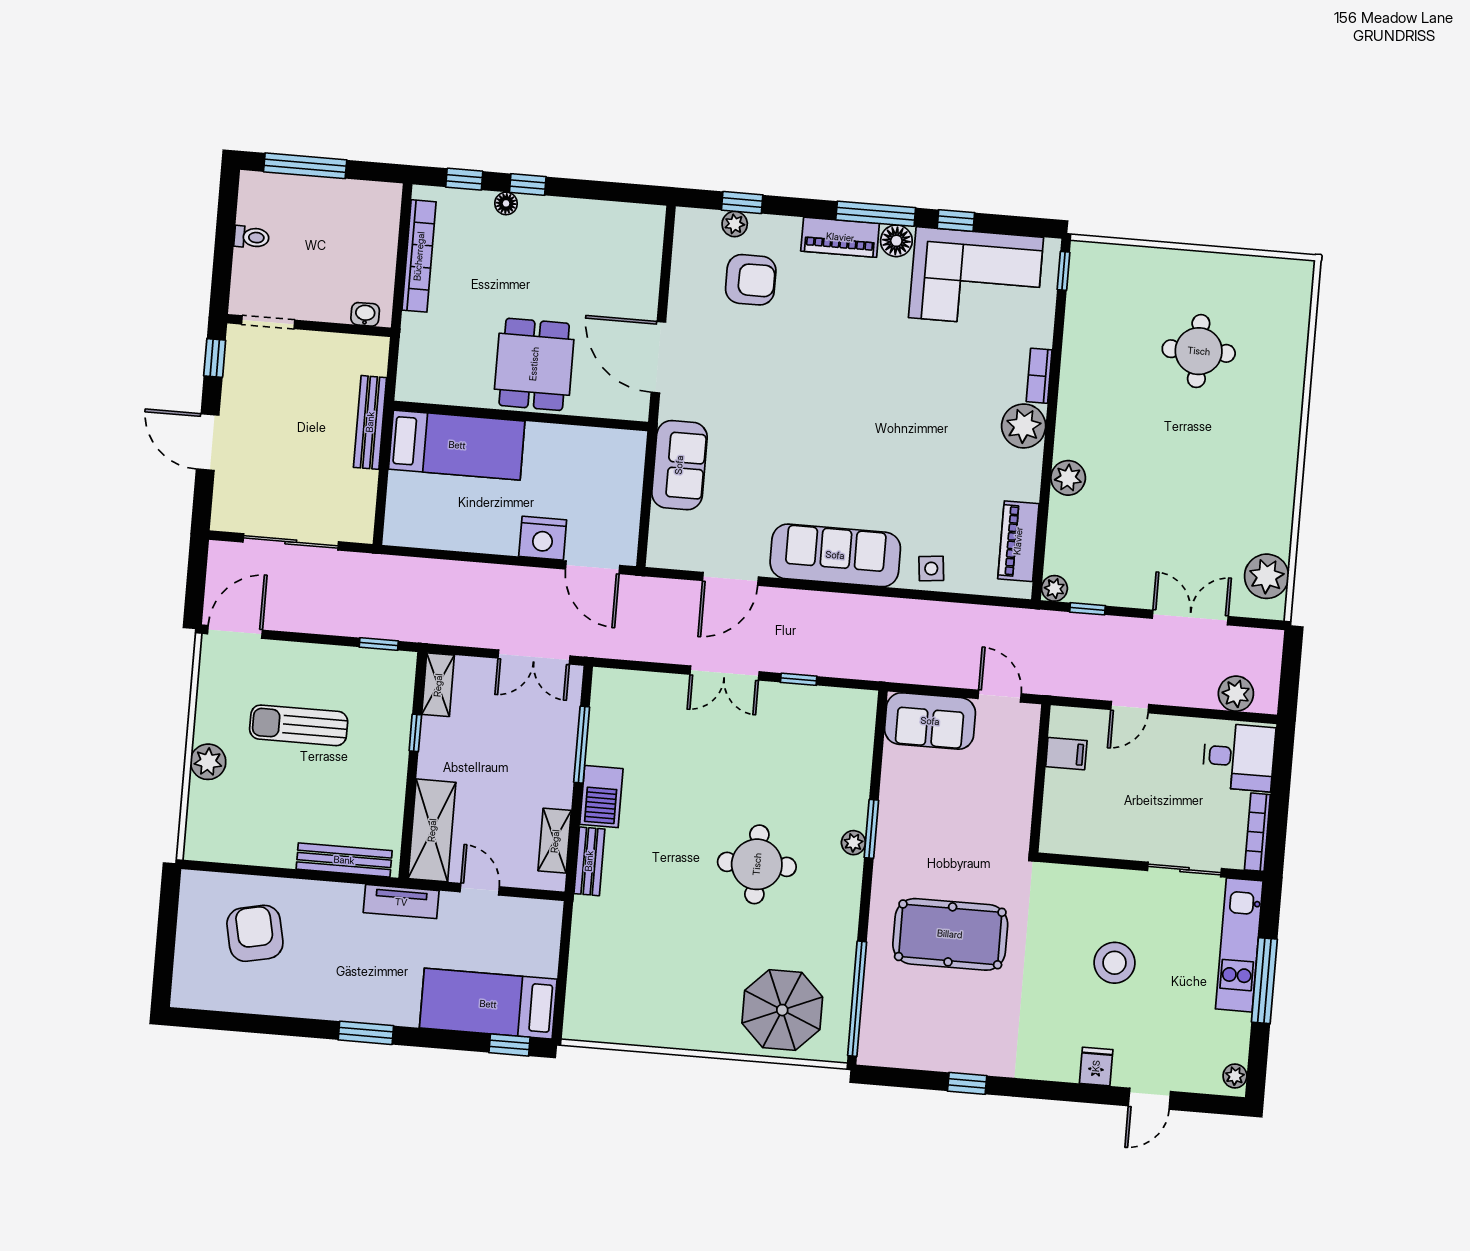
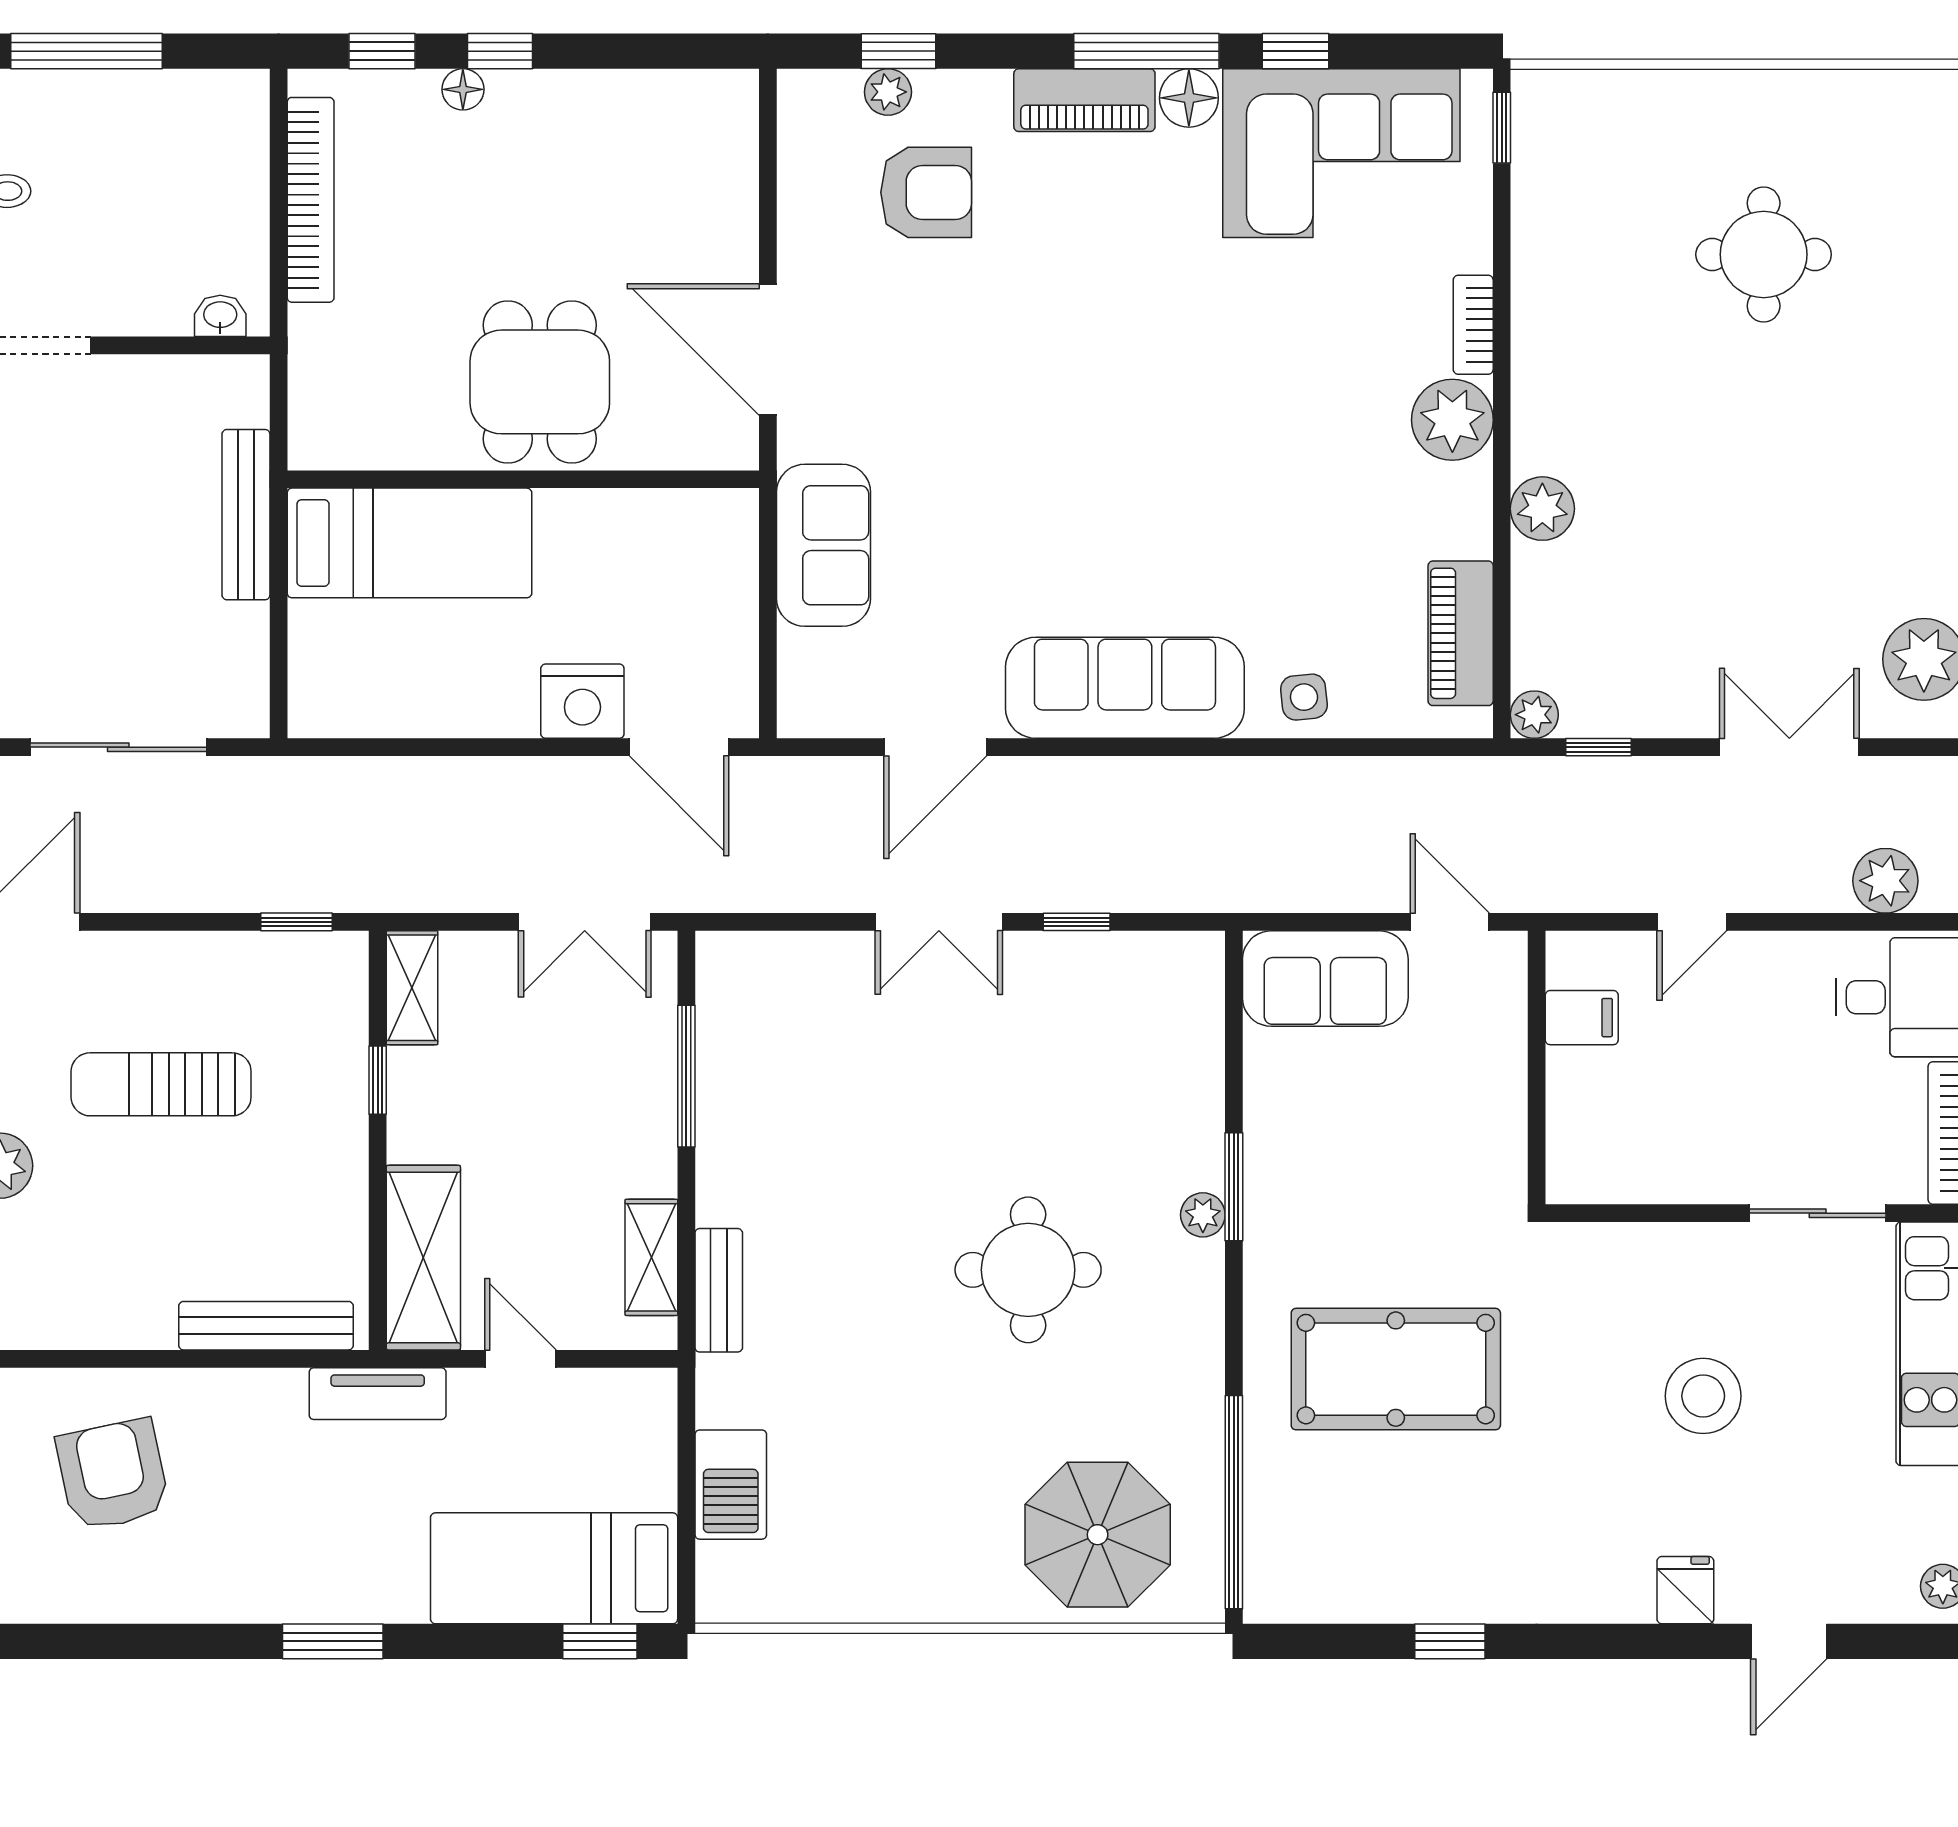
barbecue: (601, 797) -> (731, 1485), moved

